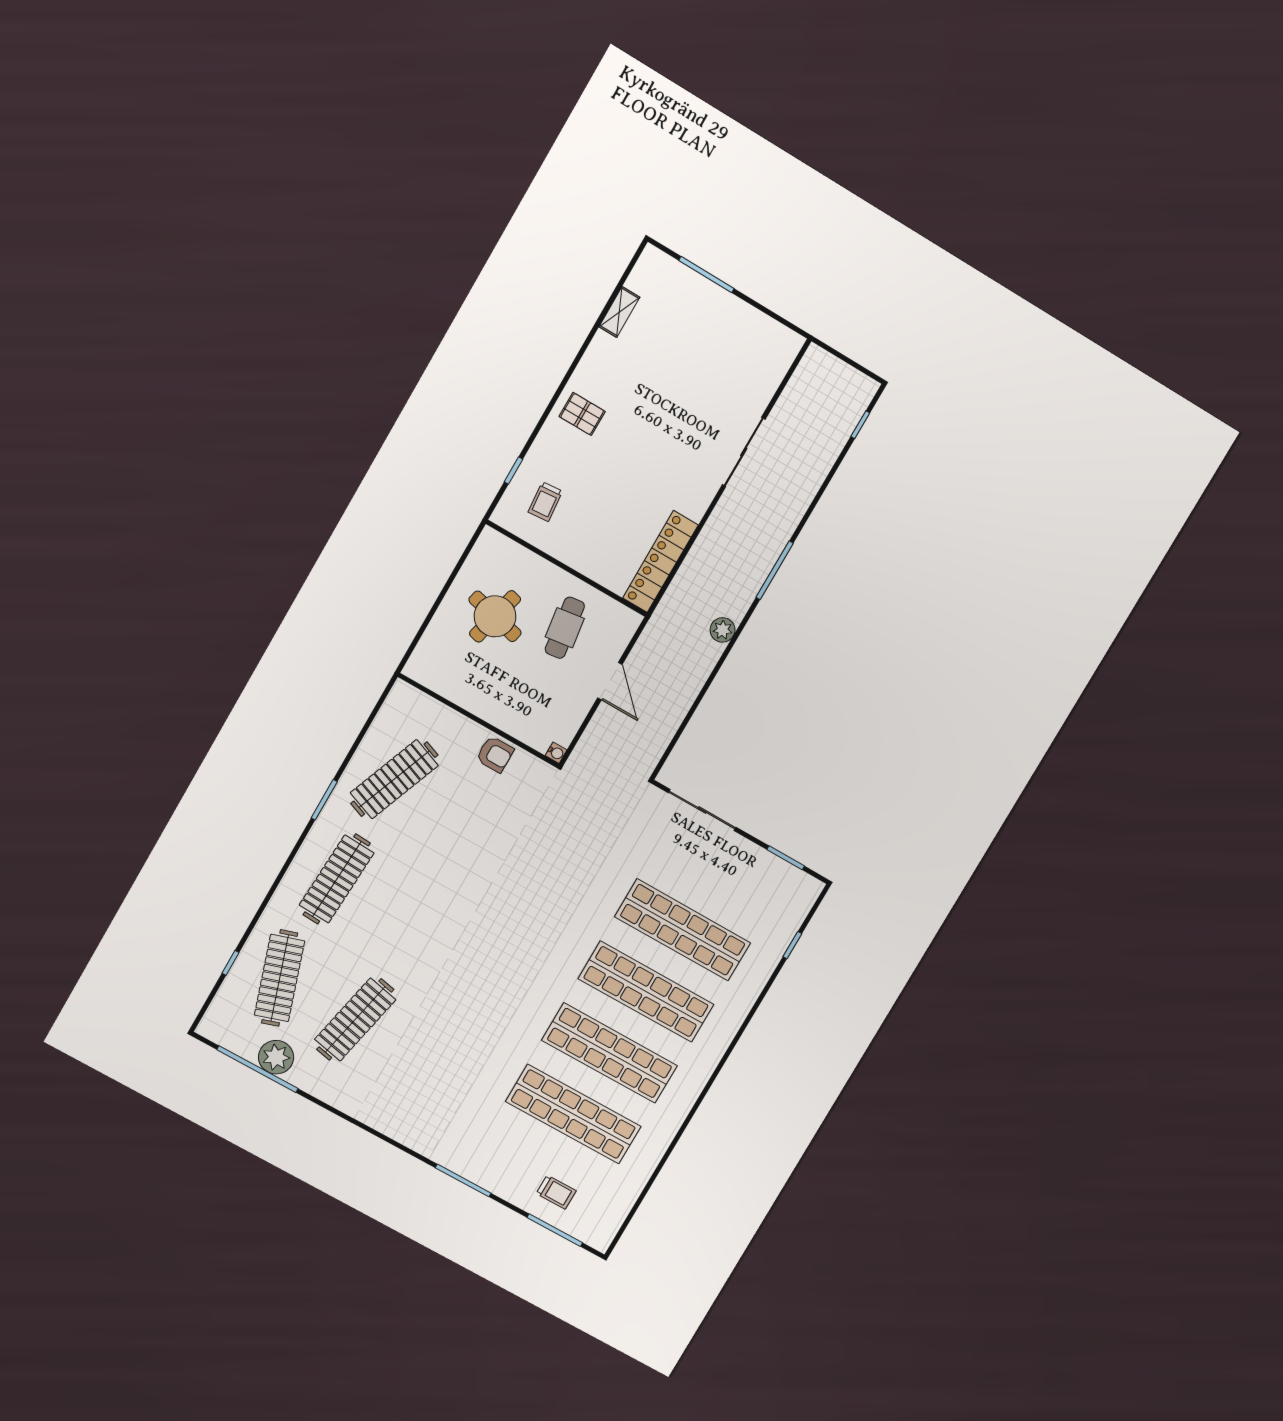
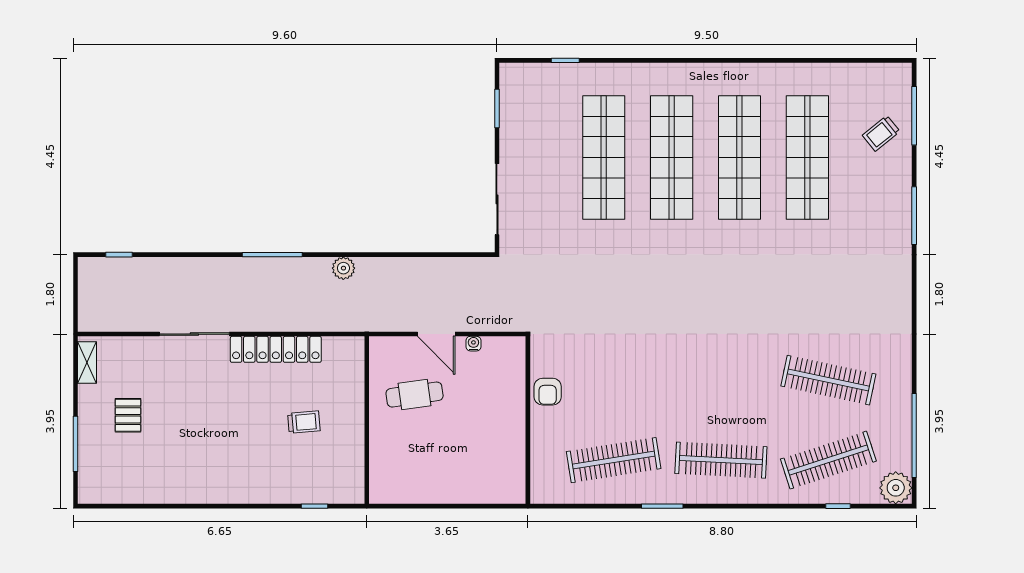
shelving: (619, 312) -> (87, 363), moved, turned 90
pallet: (582, 414) -> (128, 415), moved
trolley: (545, 502) -> (304, 422), moved
locker: (660, 561) -> (276, 349), moved
round table: (495, 616) -> (438, 455), removed
door: (610, 681) -> (436, 334), swing flipped
water cooler: (556, 753) -> (473, 344), moved
armchair: (495, 754) -> (548, 392), turned 180
clothes rail: (394, 779) -> (614, 460), turned -30
plant: (276, 1057) -> (896, 488), moved
trolley: (556, 1192) -> (881, 133), turned -129

